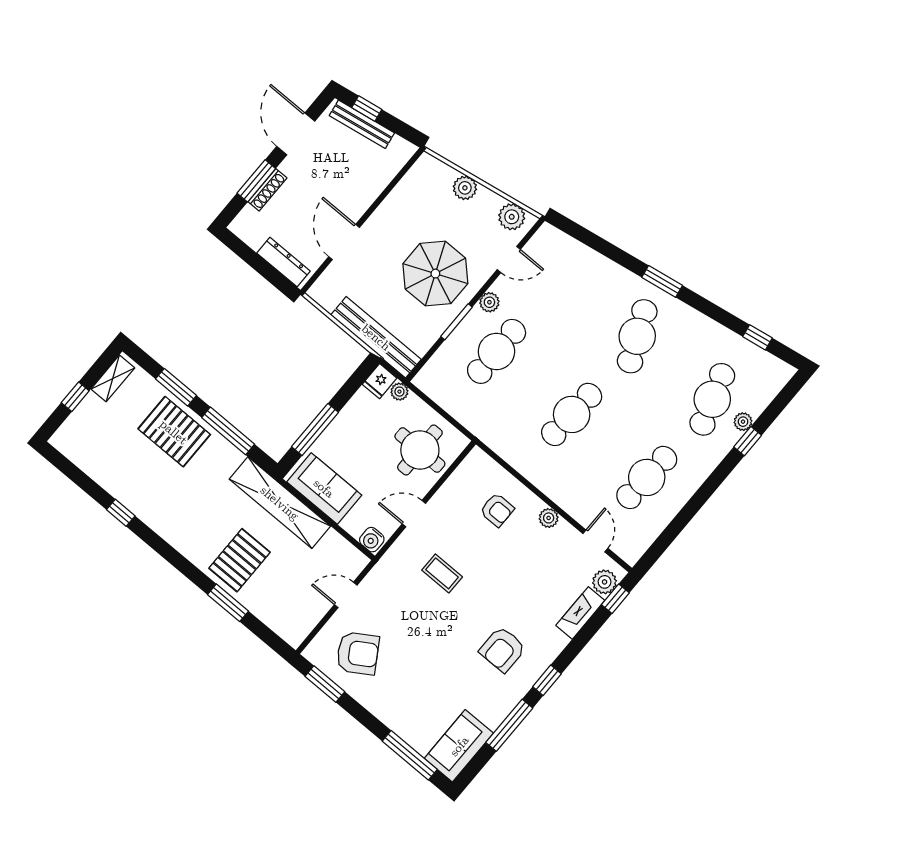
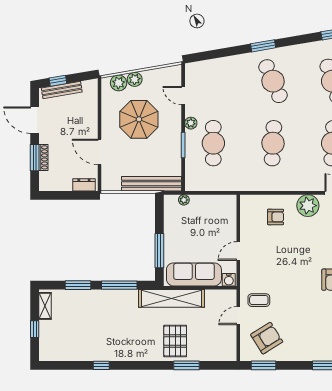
plant: (512, 217) -> (119, 83), moved
door: (509, 259) -> (183, 96), swing flipped
dresser: (283, 262) -> (84, 185), width x0.70
parasol: (435, 274) -> (139, 119), moved
fridge: (380, 381) -> (170, 203), removed
pallet: (174, 432) -> (94, 307), removed
round table: (420, 450) -> (216, 219), removed
sofa: (324, 488) -> (194, 274), width x1.36
plant: (549, 518) -> (308, 206), width x1.88, depth x1.88
coffee table: (442, 573) -> (259, 300), moved

